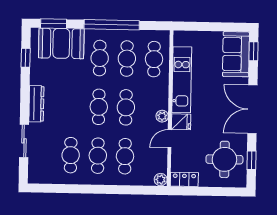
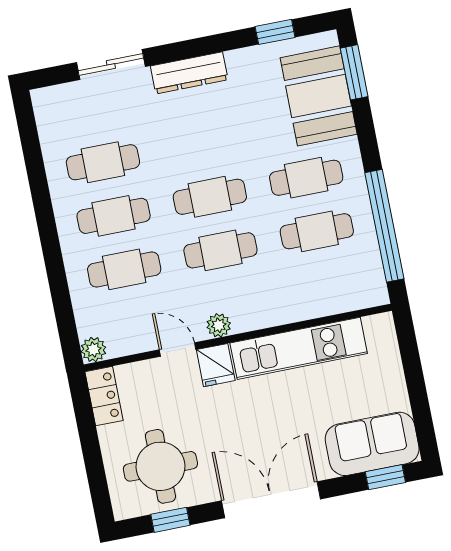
window: (112, 25) -> (384, 226), moved
cafe table: (154, 59) -> (327, 285), removed

